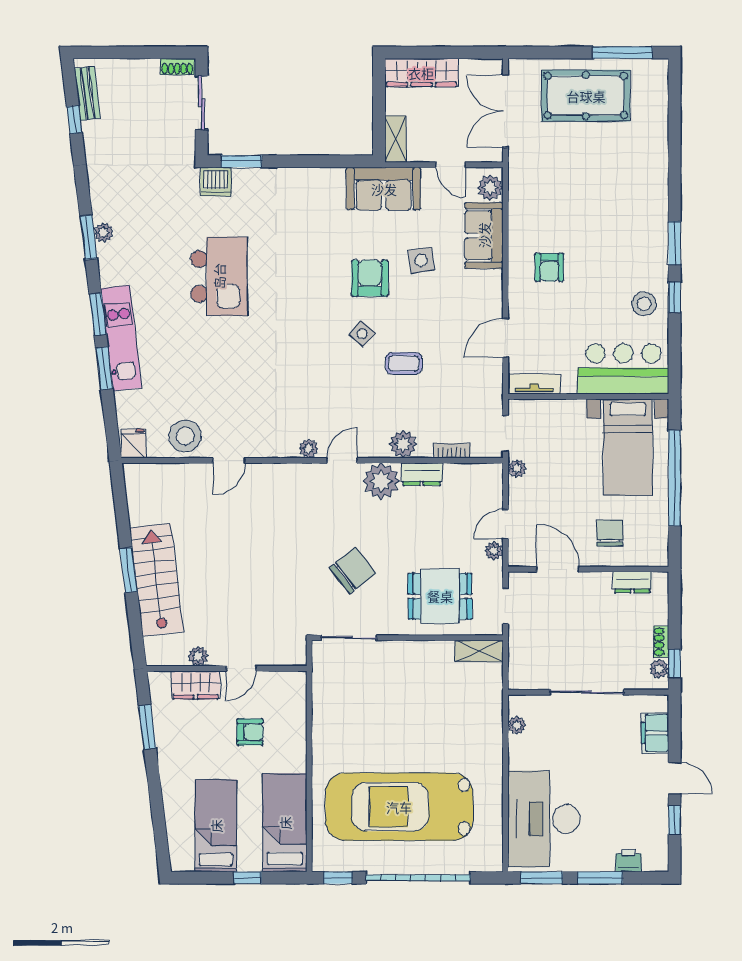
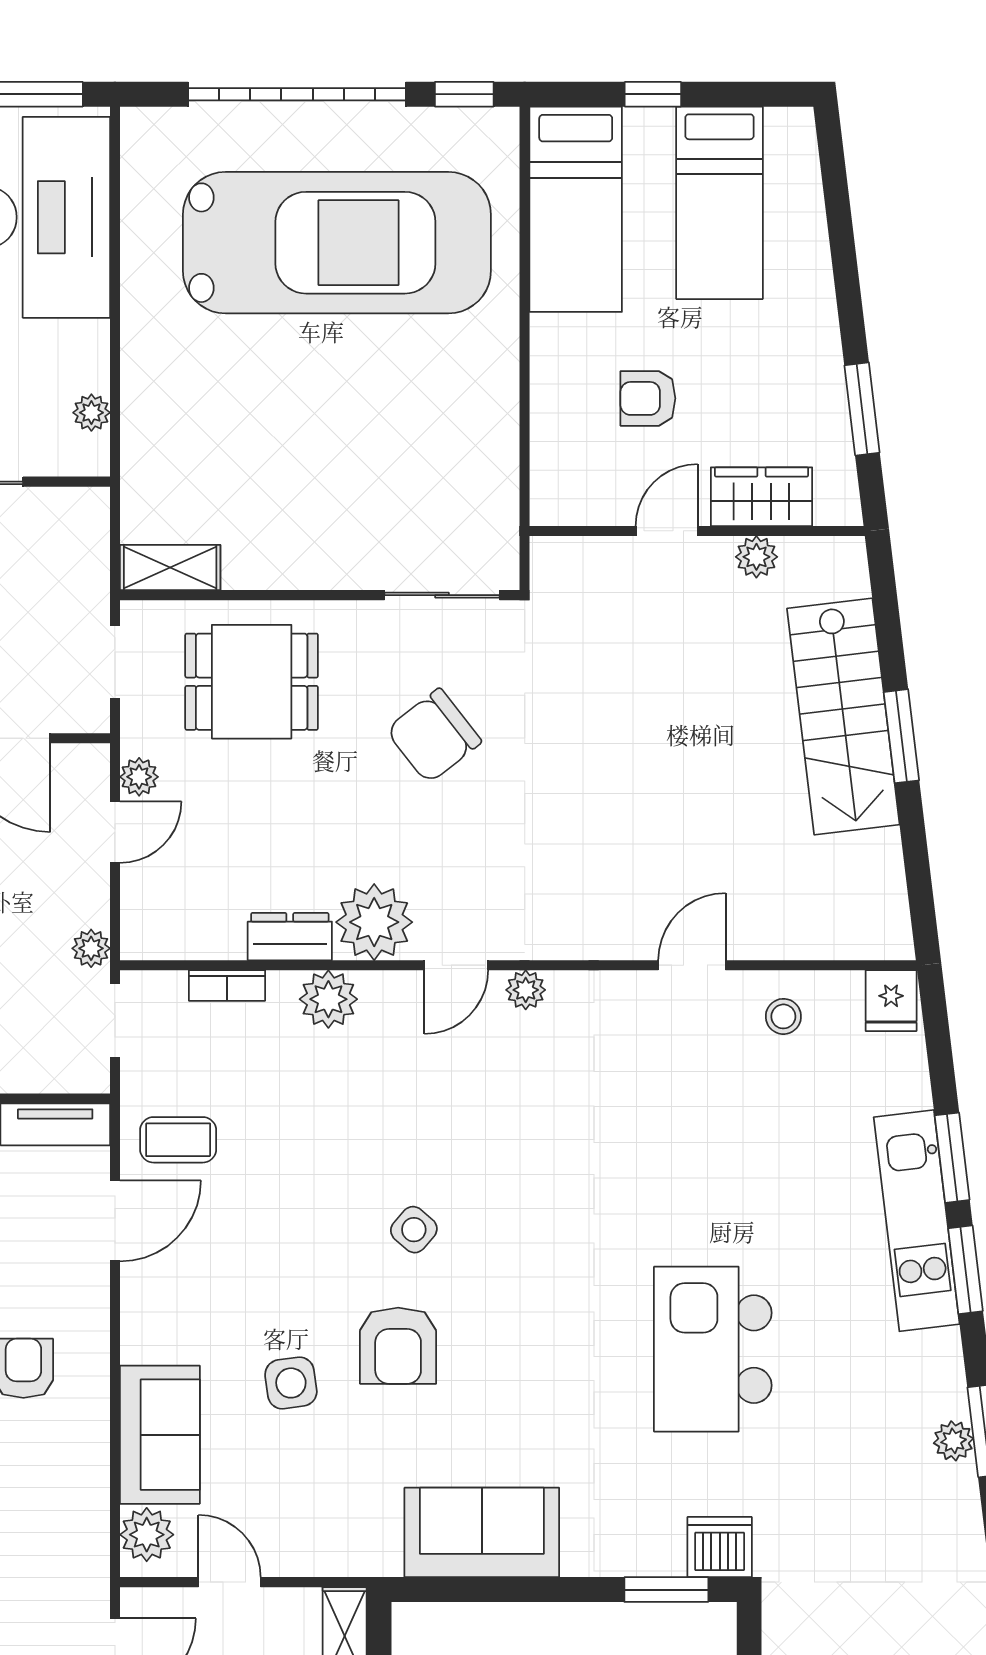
sofa: (384, 189) -> (482, 1532), moved
coffee table: (404, 363) -> (178, 1140), moved
stool: (185, 436) -> (783, 1016), width x0.53, depth x0.53

